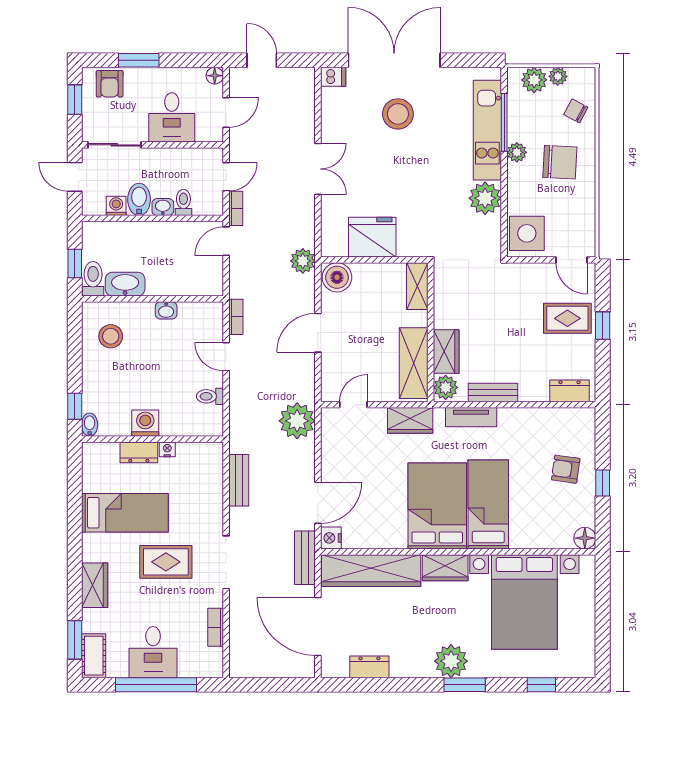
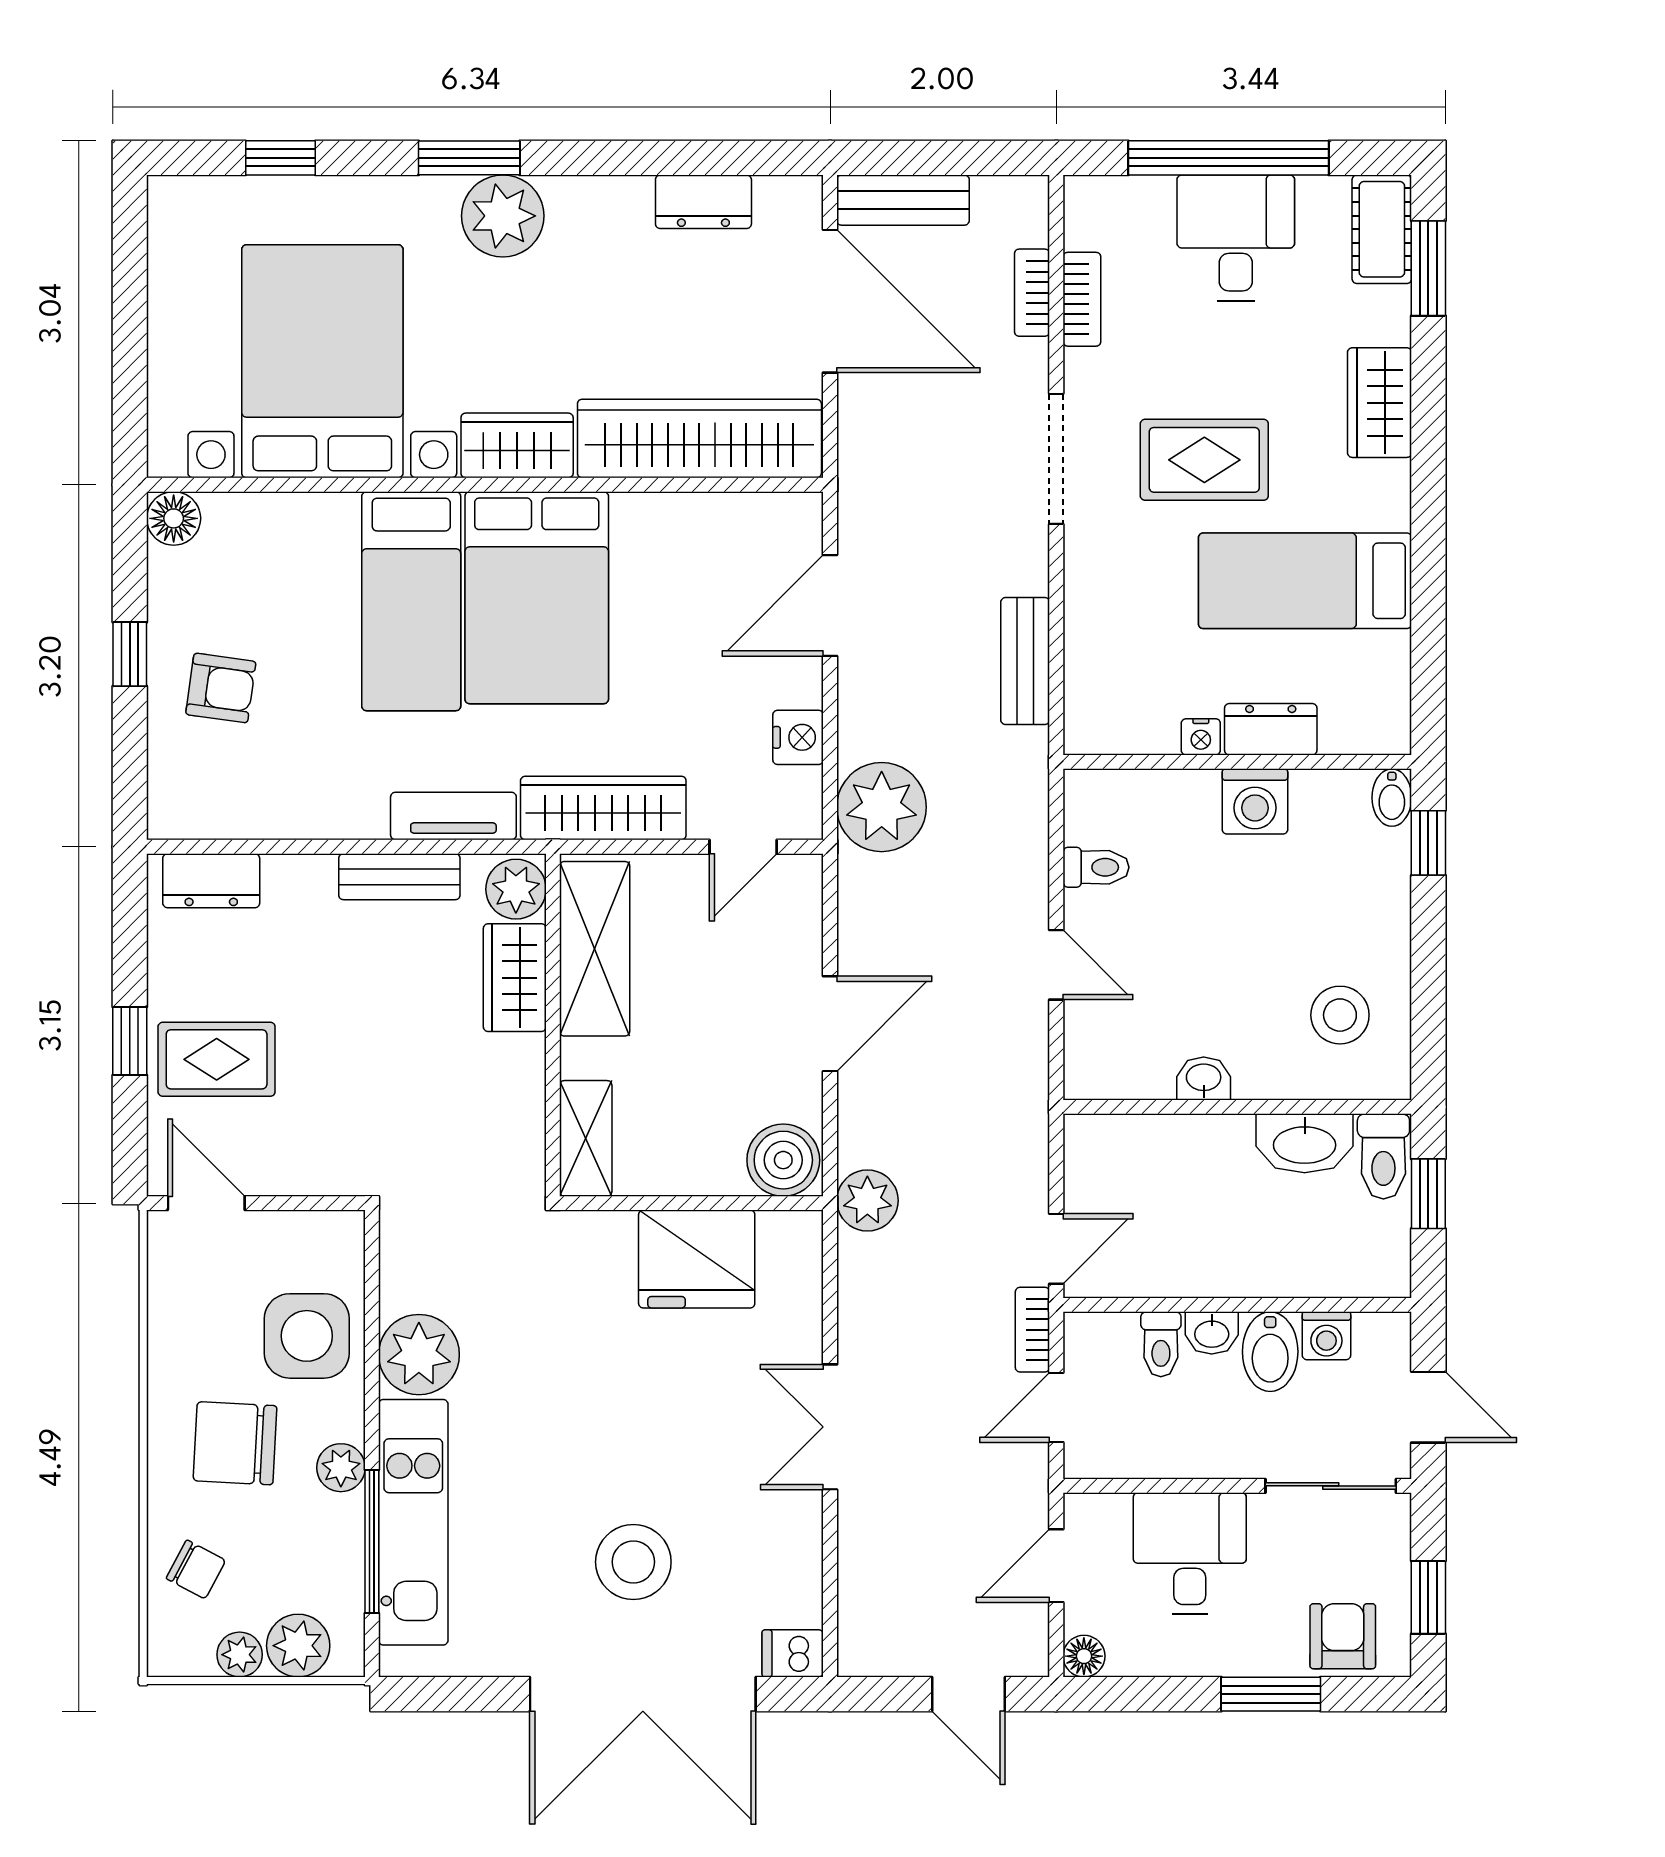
side table: (527, 233) -> (307, 1336), moved
bookcase: (236, 317) -> (1032, 293), moved
wardrobe: (410, 420) -> (603, 808), width x1.50
nightstand: (331, 538) -> (798, 737), moved
bench: (305, 558) -> (903, 200), moved, turned 90

